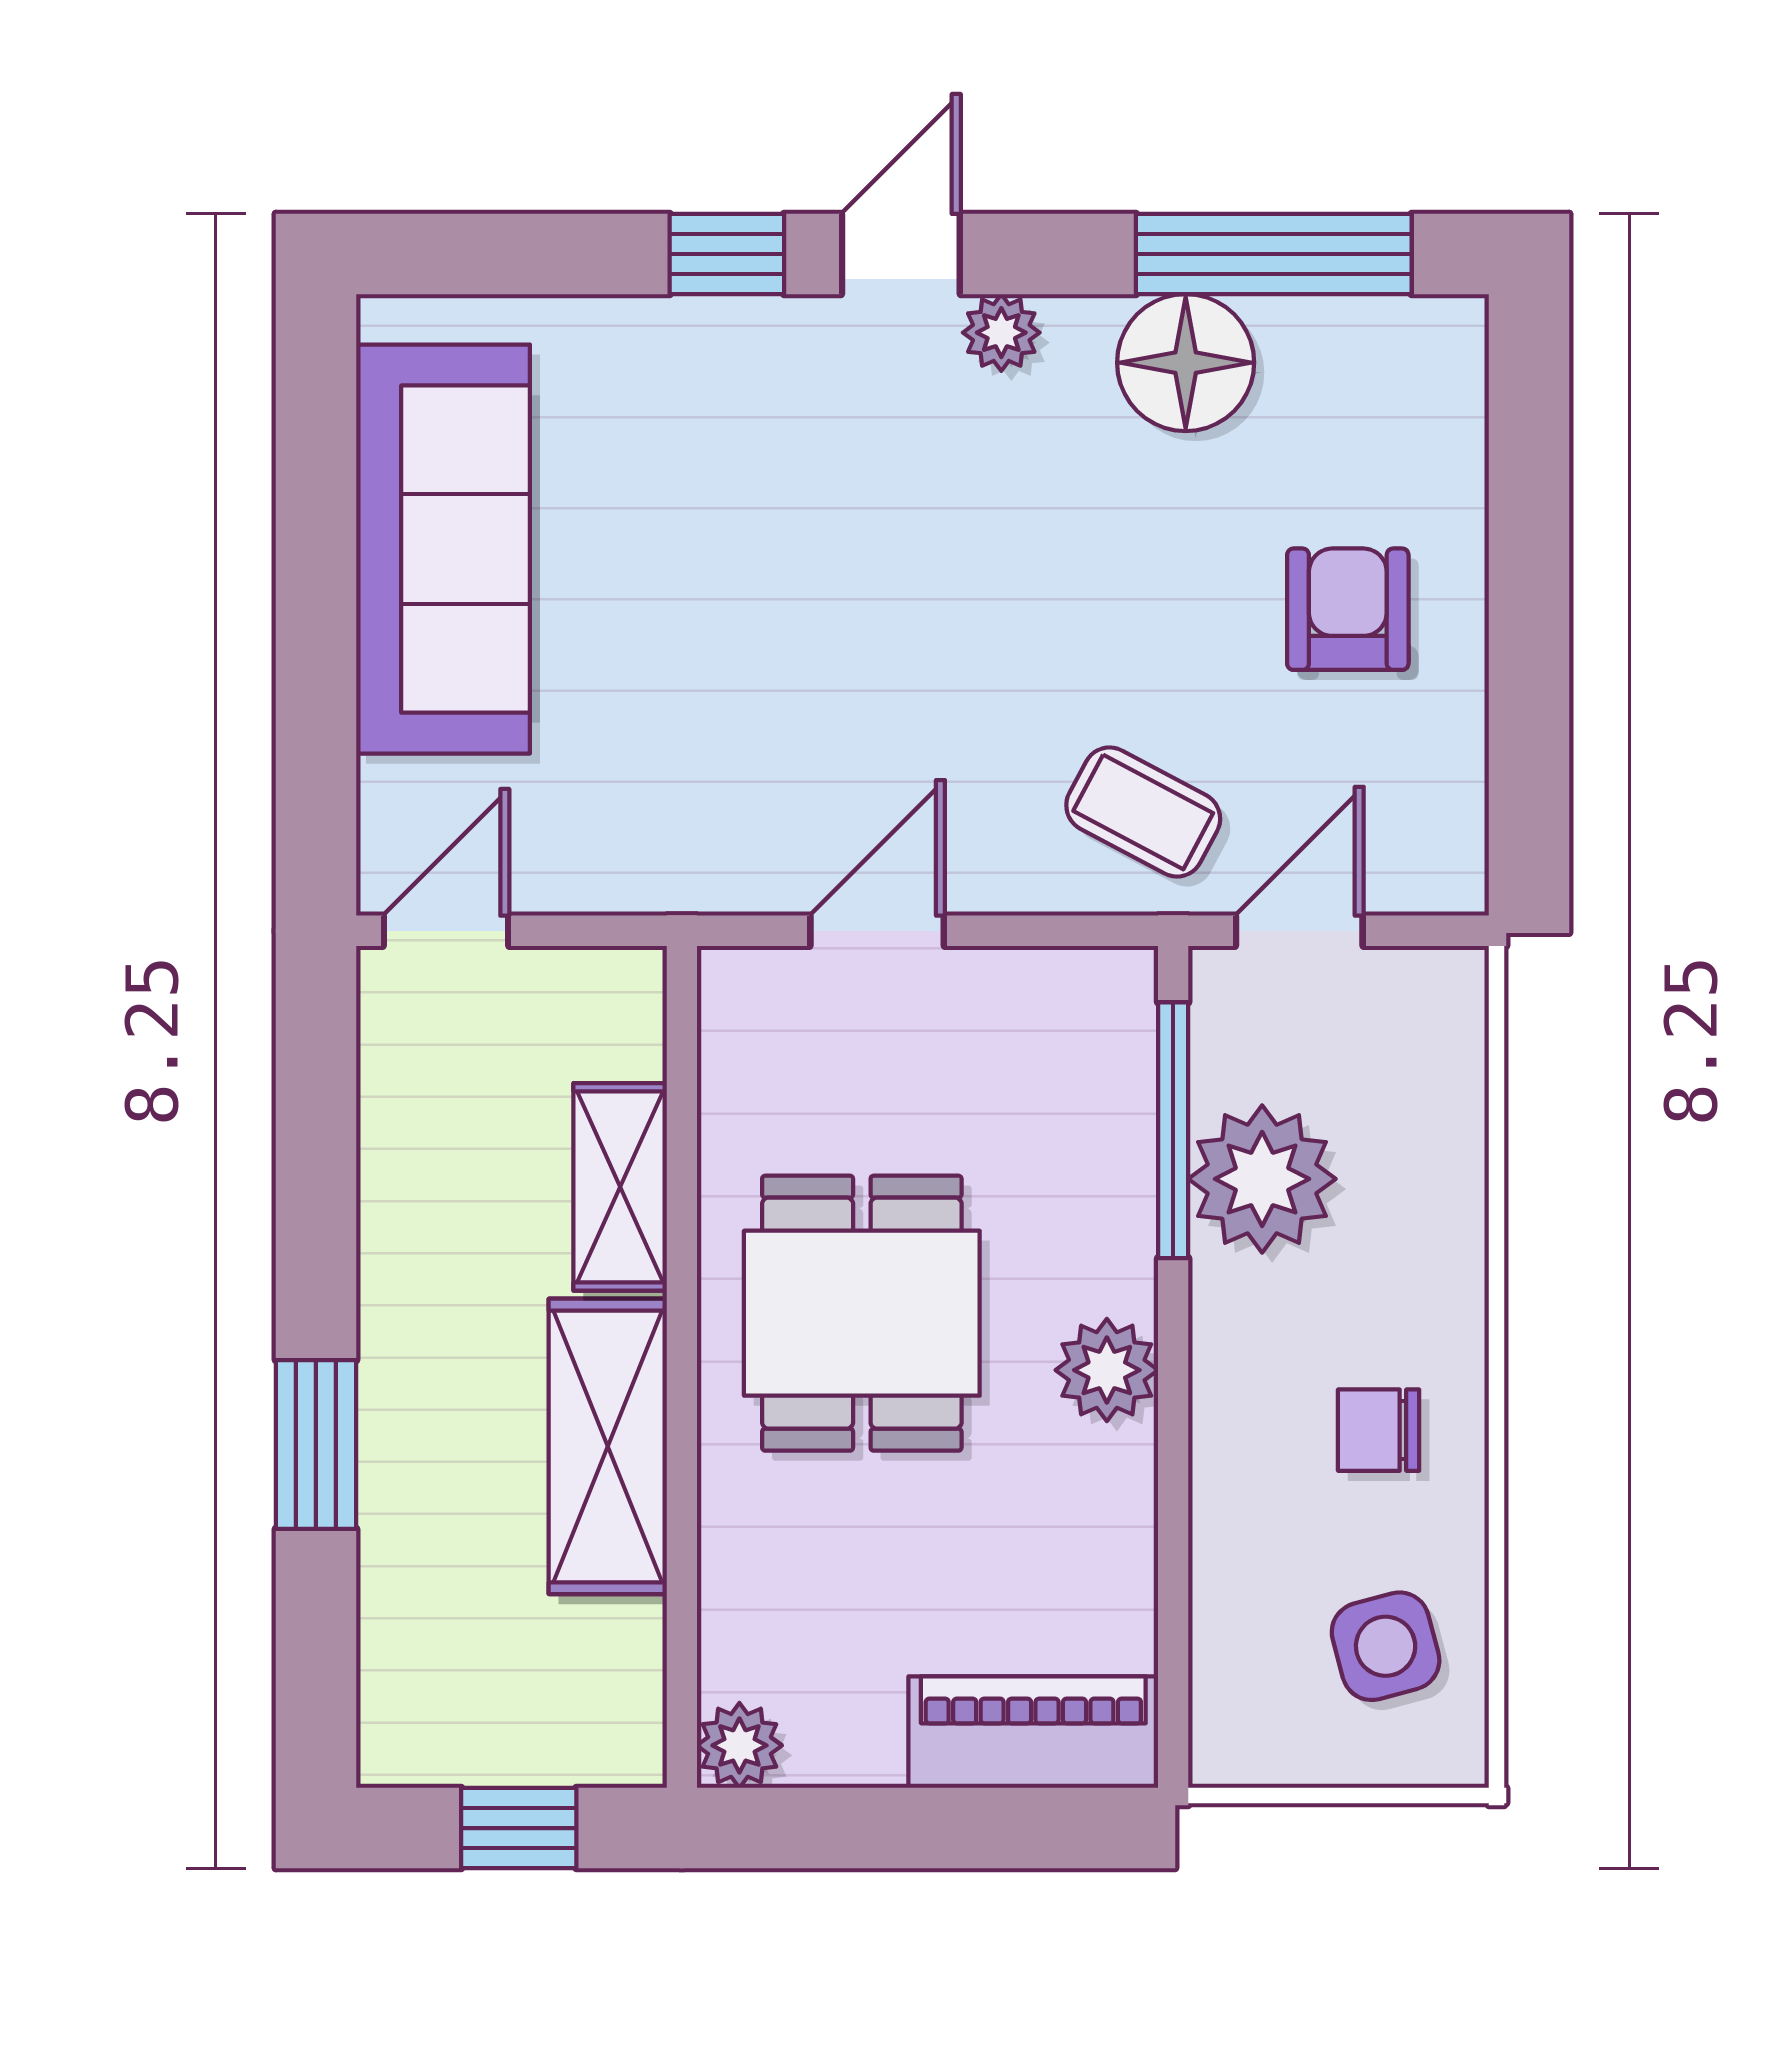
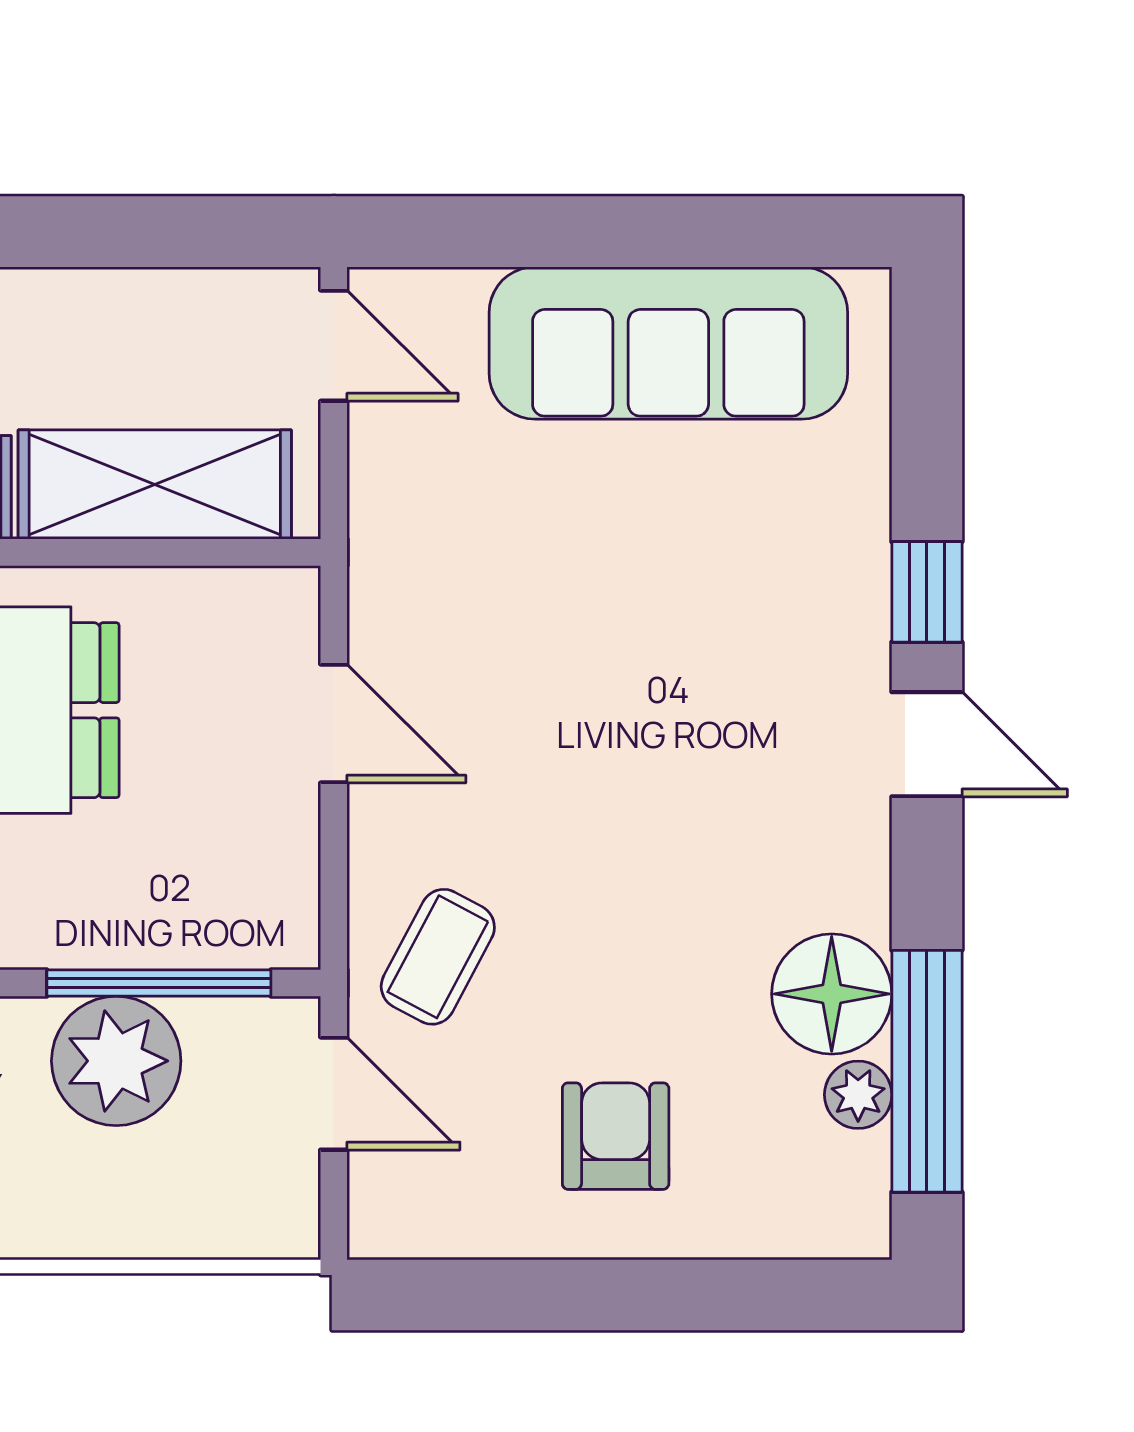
plant: (1001, 333) -> (858, 1095), moved
armchair: (1348, 609) -> (616, 1136), turned -90
shelving: (620, 1187) -> (155, 485), width x1.50, depth x1.33

